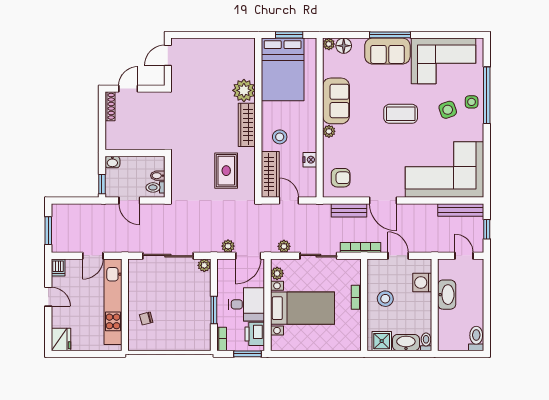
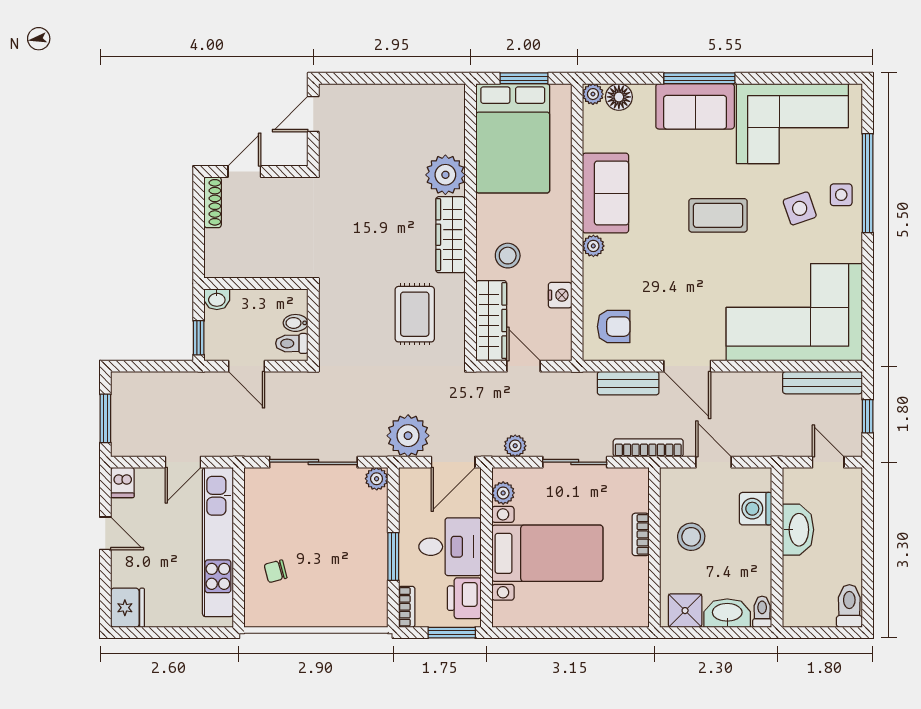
plant: (228, 246) -> (408, 436), width x1.88, depth x1.88

